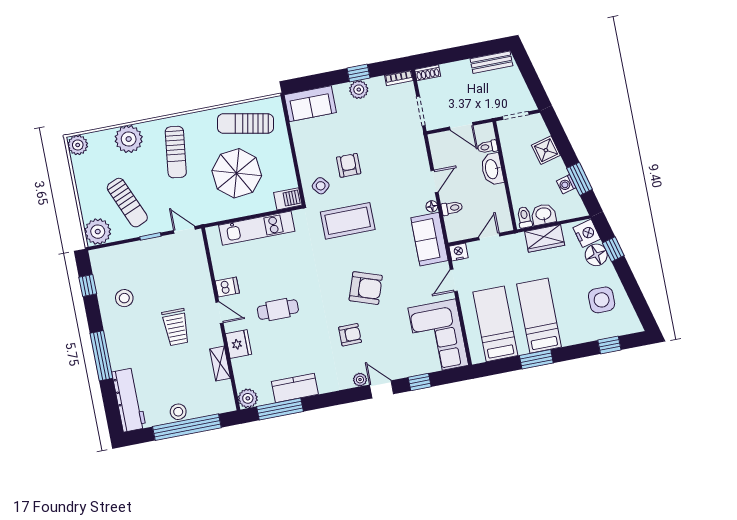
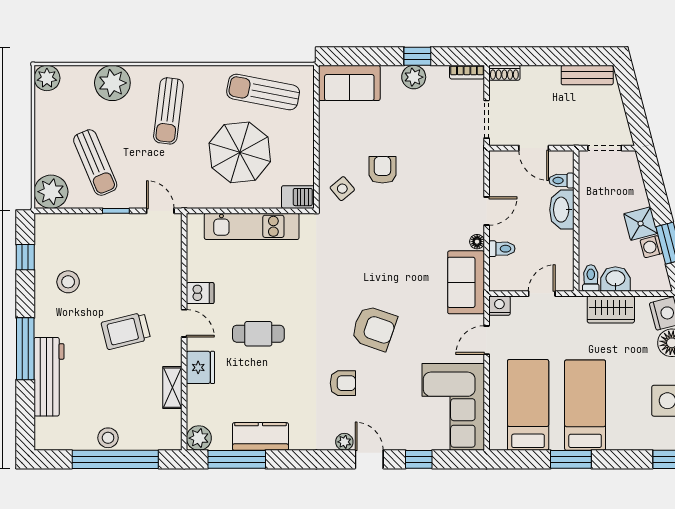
shower: (546, 150) -> (641, 224), moved
coffee table: (348, 221) -> (368, 239), removed
trolley: (176, 327) -> (126, 331), turned 76
workbench: (129, 400) -> (49, 377), moved

